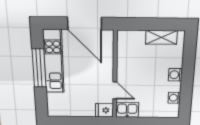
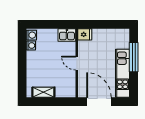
window: (39, 68) -> (134, 57), moved
washing machine: (175, 75) -> (31, 35), moved
door: (115, 90) -> (77, 63), moved

